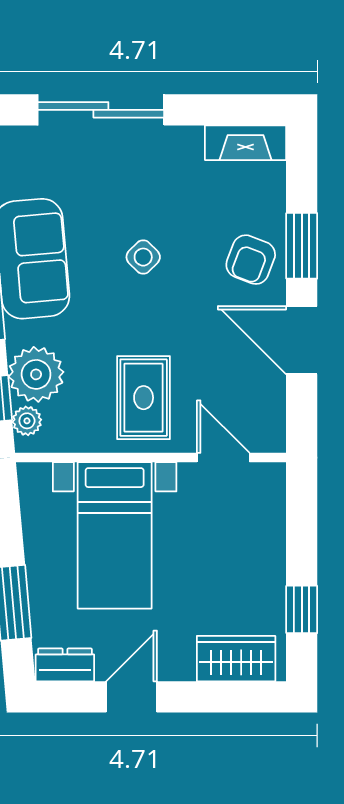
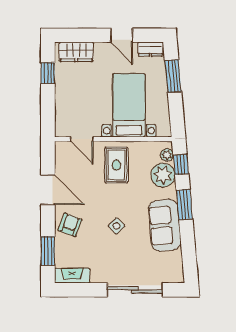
window: (302, 246) -> (48, 251), moved
door: (132, 697) -> (122, 35), hinge flipped

